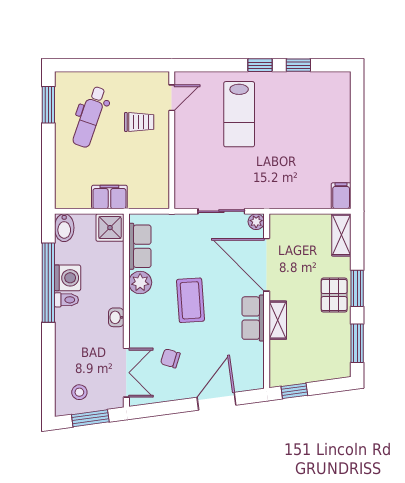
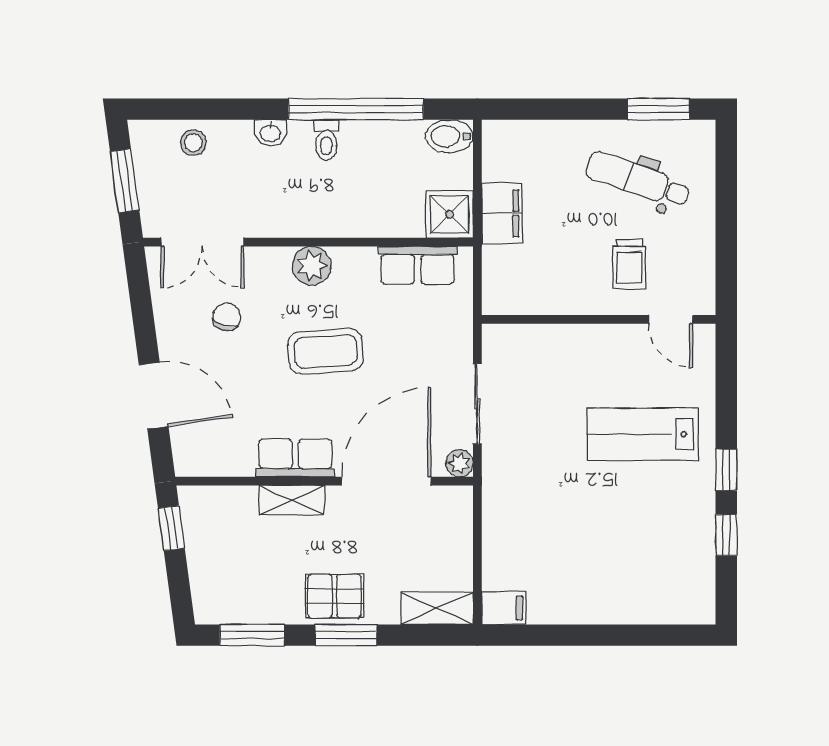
washing machine: (68, 278) -> (364, 142), removed
plant: (140, 282) -> (312, 266), moved
washbasin: (116, 317) -> (270, 133), moved, turned 180
stool: (79, 392) -> (193, 143), moved

